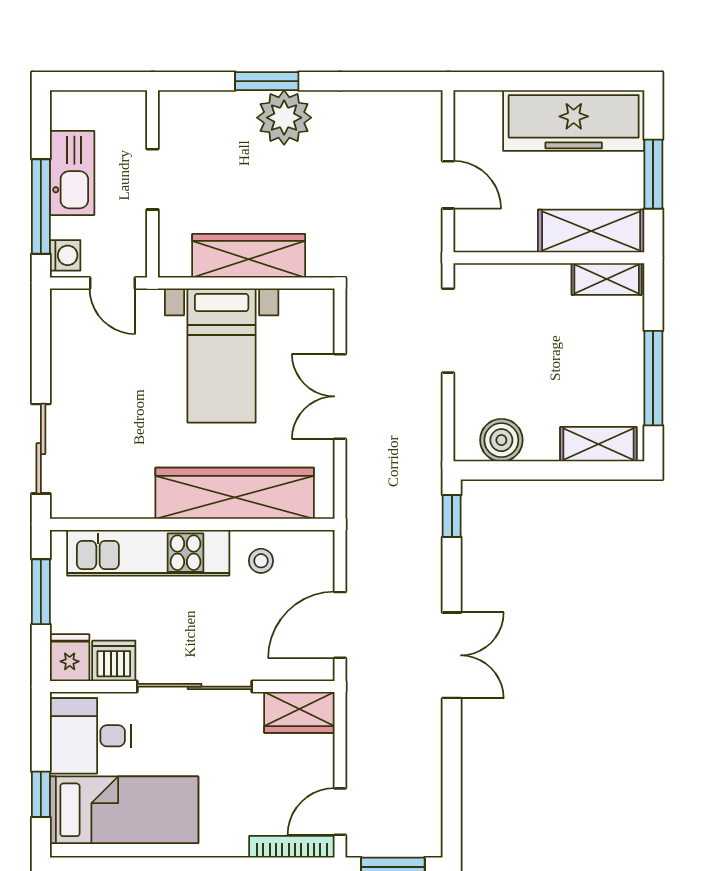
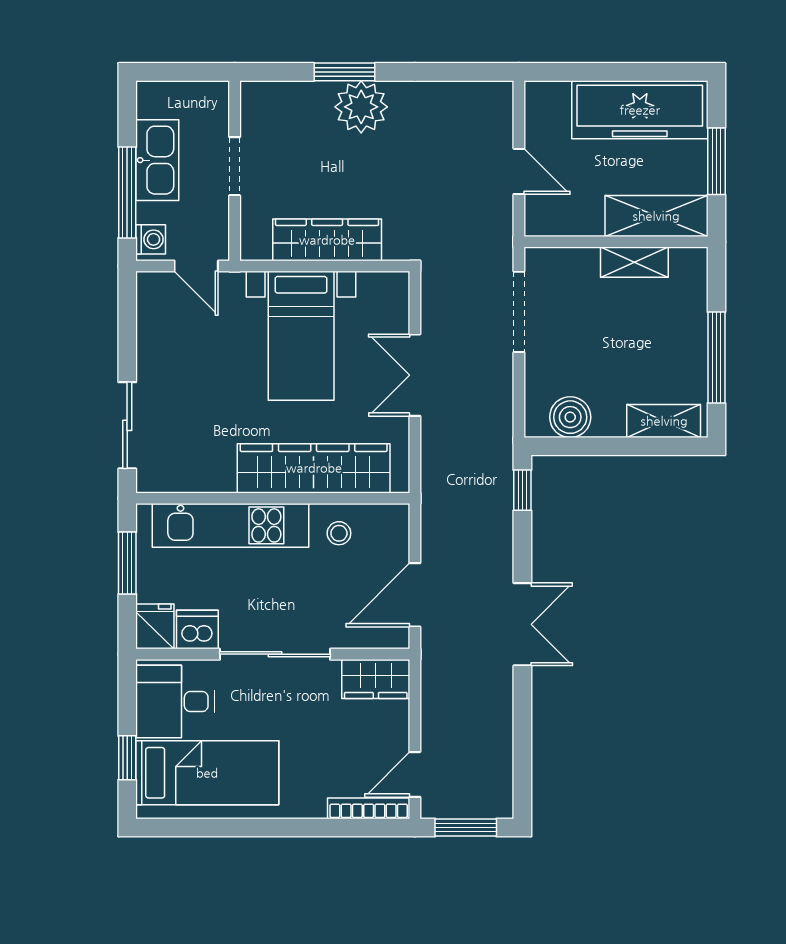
shelving: (607, 279) -> (634, 262), moved

